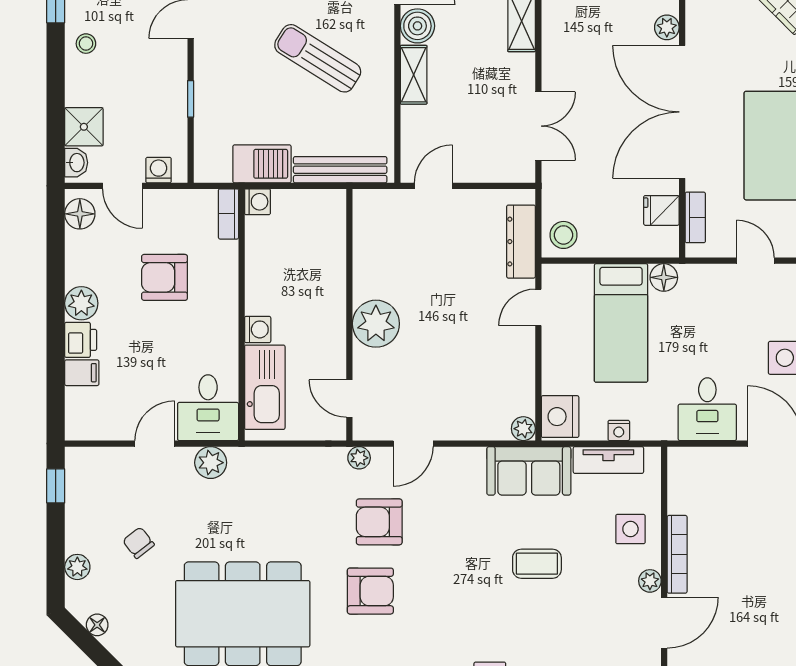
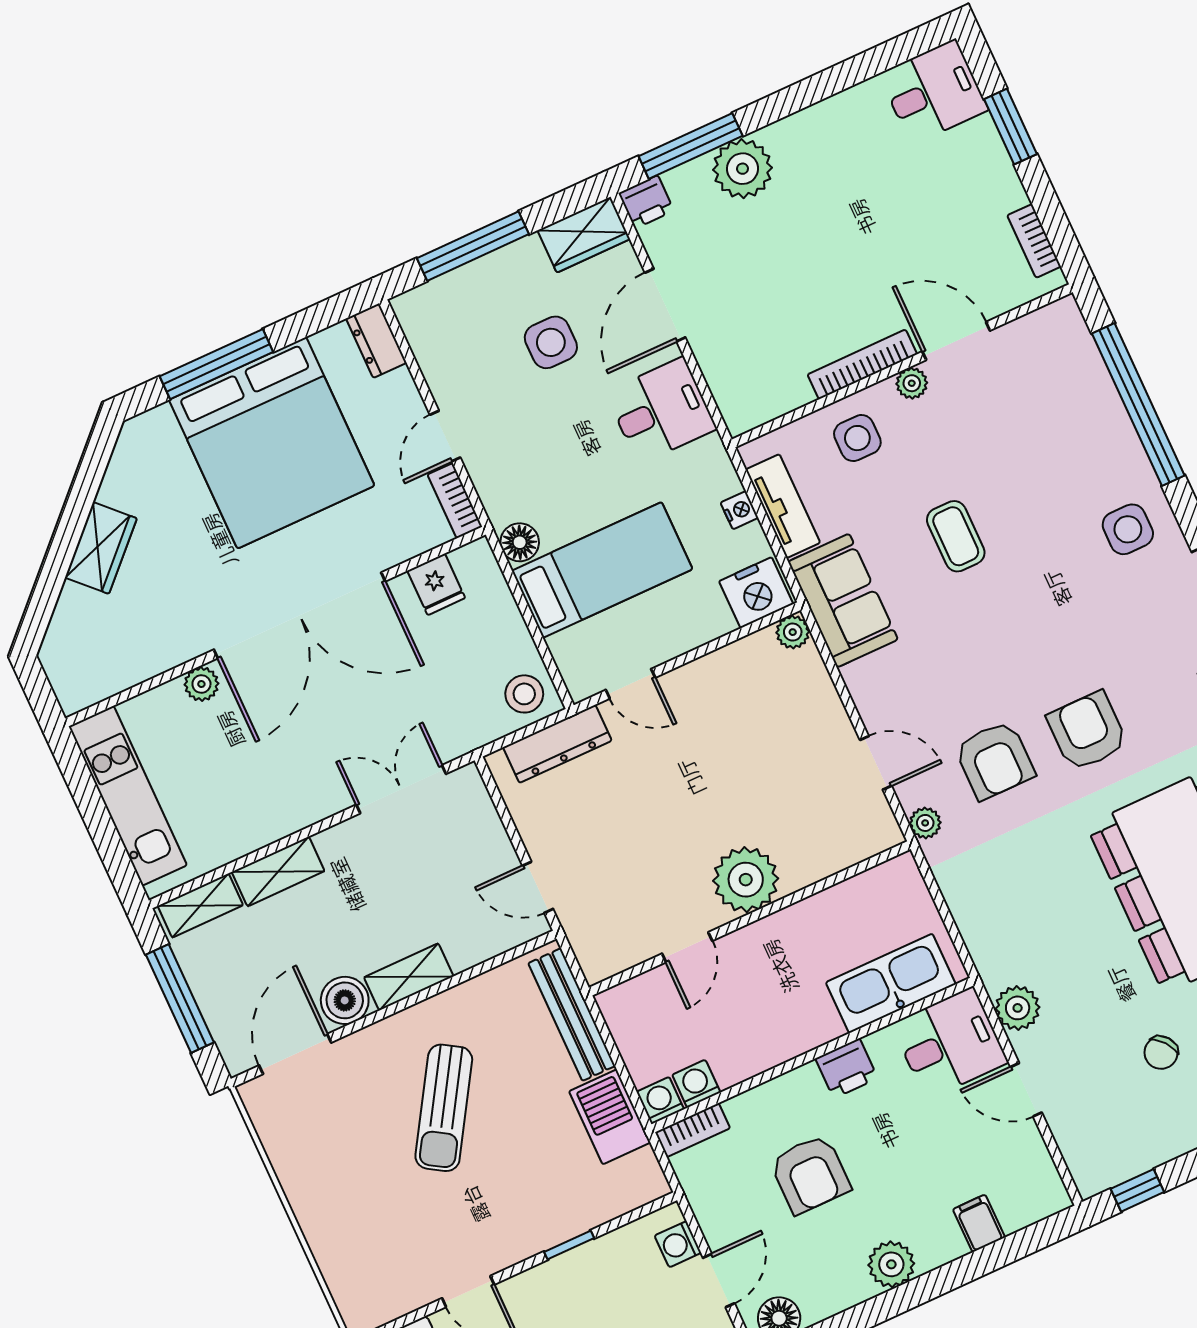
bookcase: (695, 217) -> (455, 501), moved, turned -90
washing machine: (258, 329) -> (696, 1084), moved
printer: (81, 340) -> (847, 1068), moved, turned 180
door: (349, 398) -> (687, 947), moved

